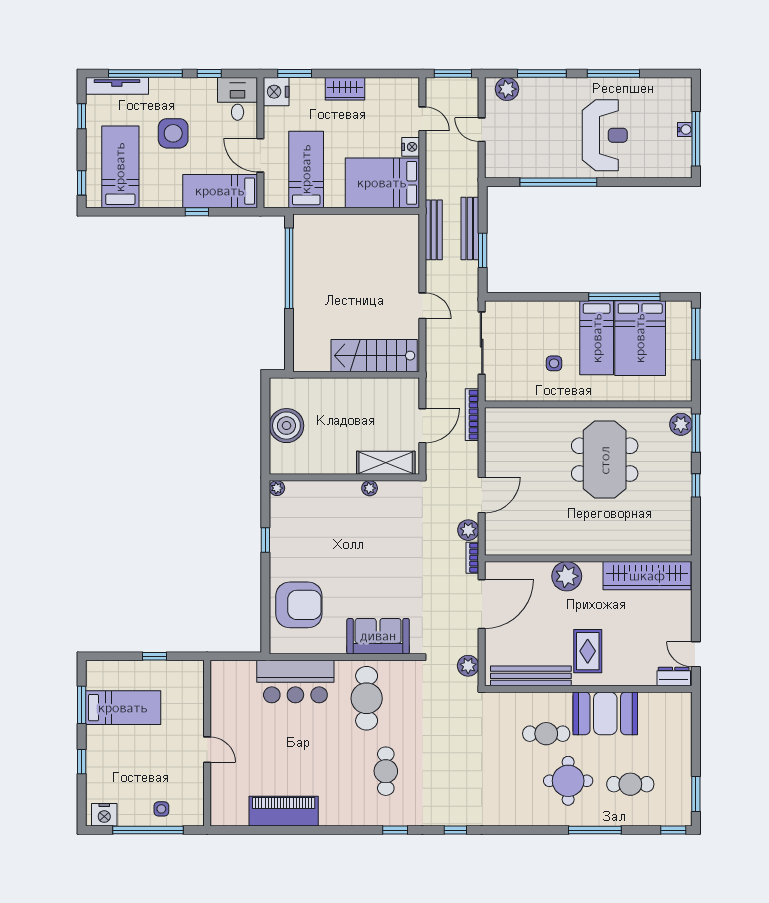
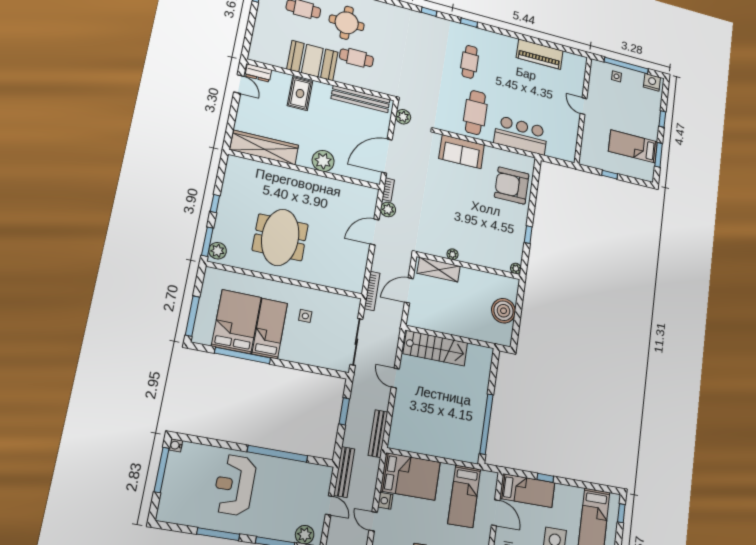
water cooler: (685, 130) -> (176, 445), moved
bench: (470, 228) -> (344, 472), moved
rug: (588, 651) -> (300, 94), moved

